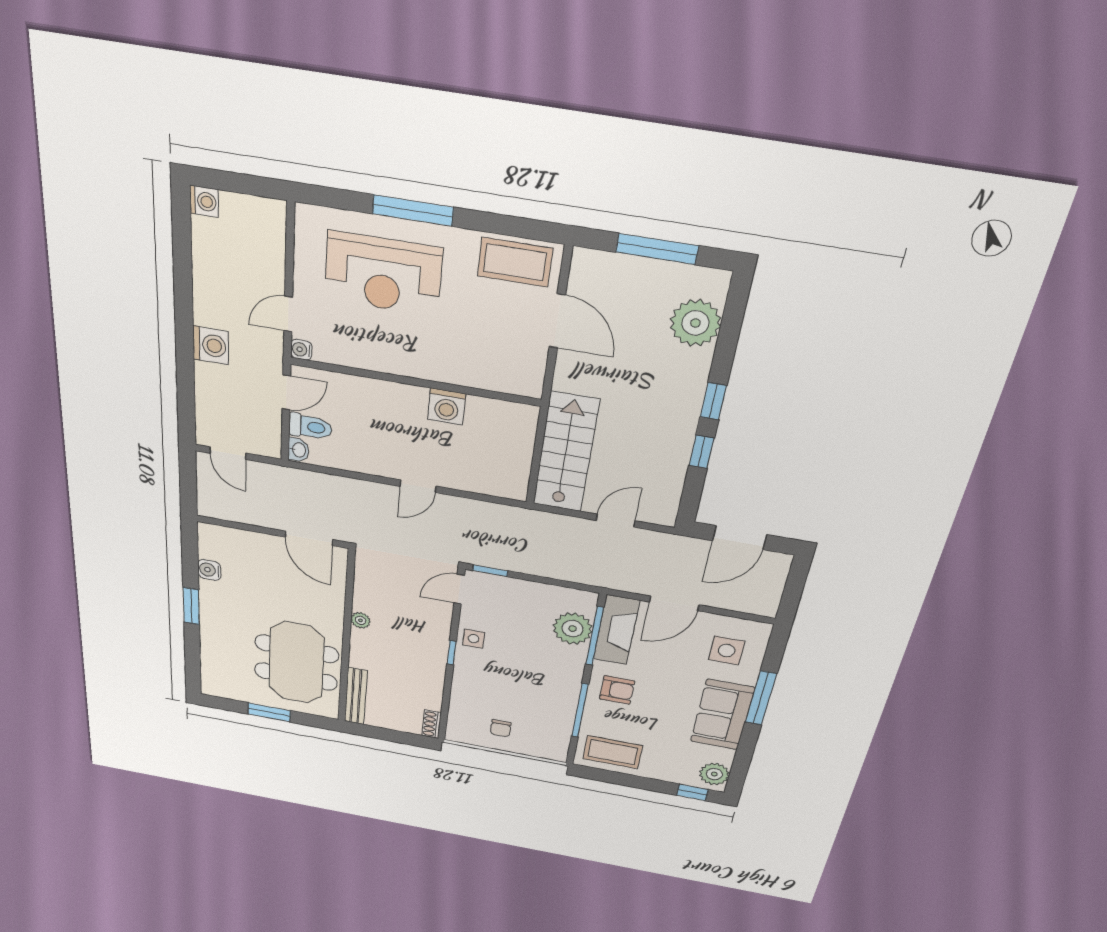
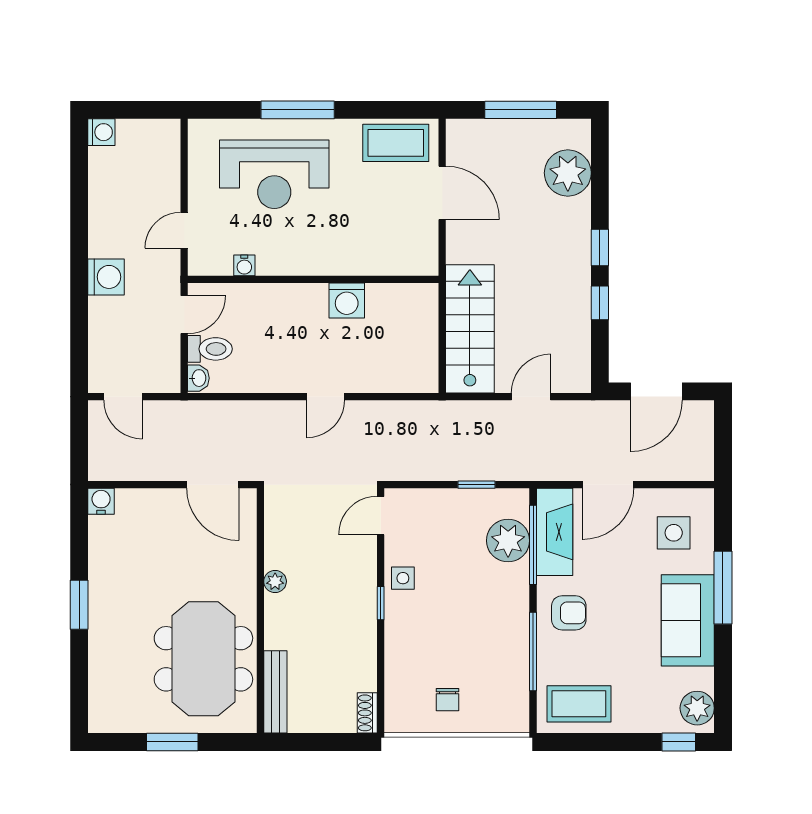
water cooler: (301, 350) -> (244, 265), moved, turned -90
water cooler: (209, 570) -> (101, 501), moved, turned 90
window: (490, 571) -> (476, 485), moved

